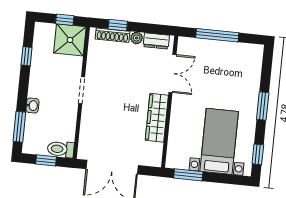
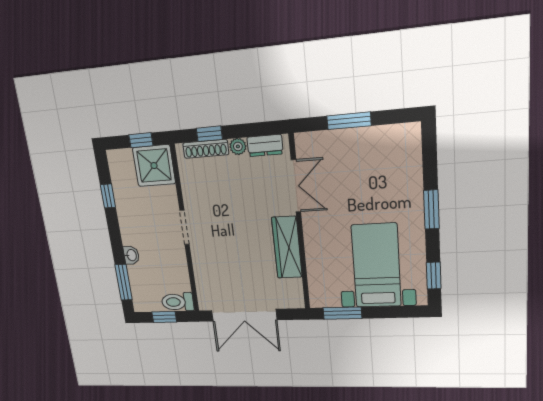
window: (217, 35) -> (349, 121), width x0.69

